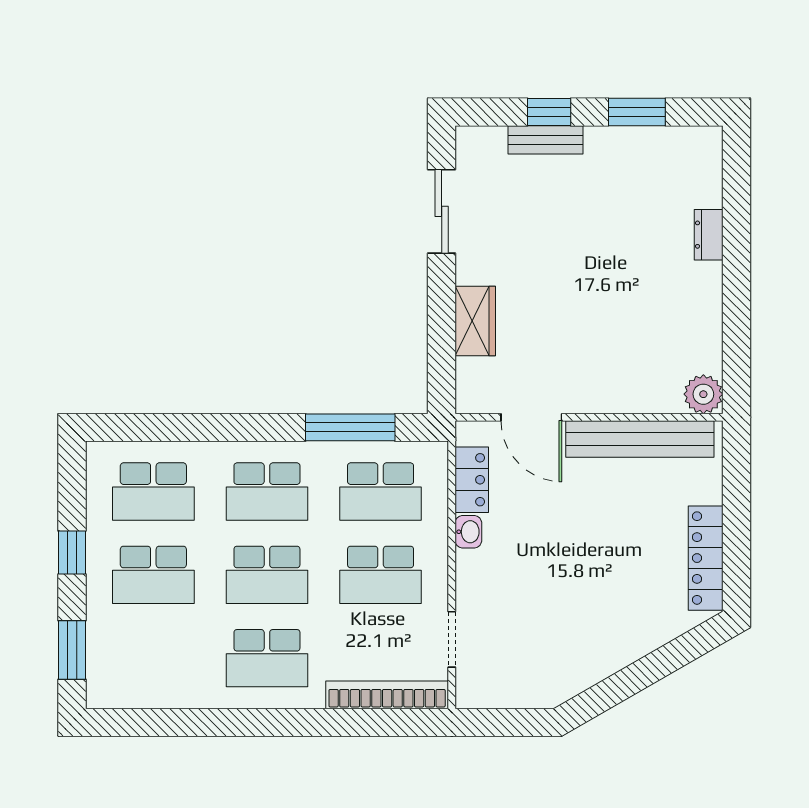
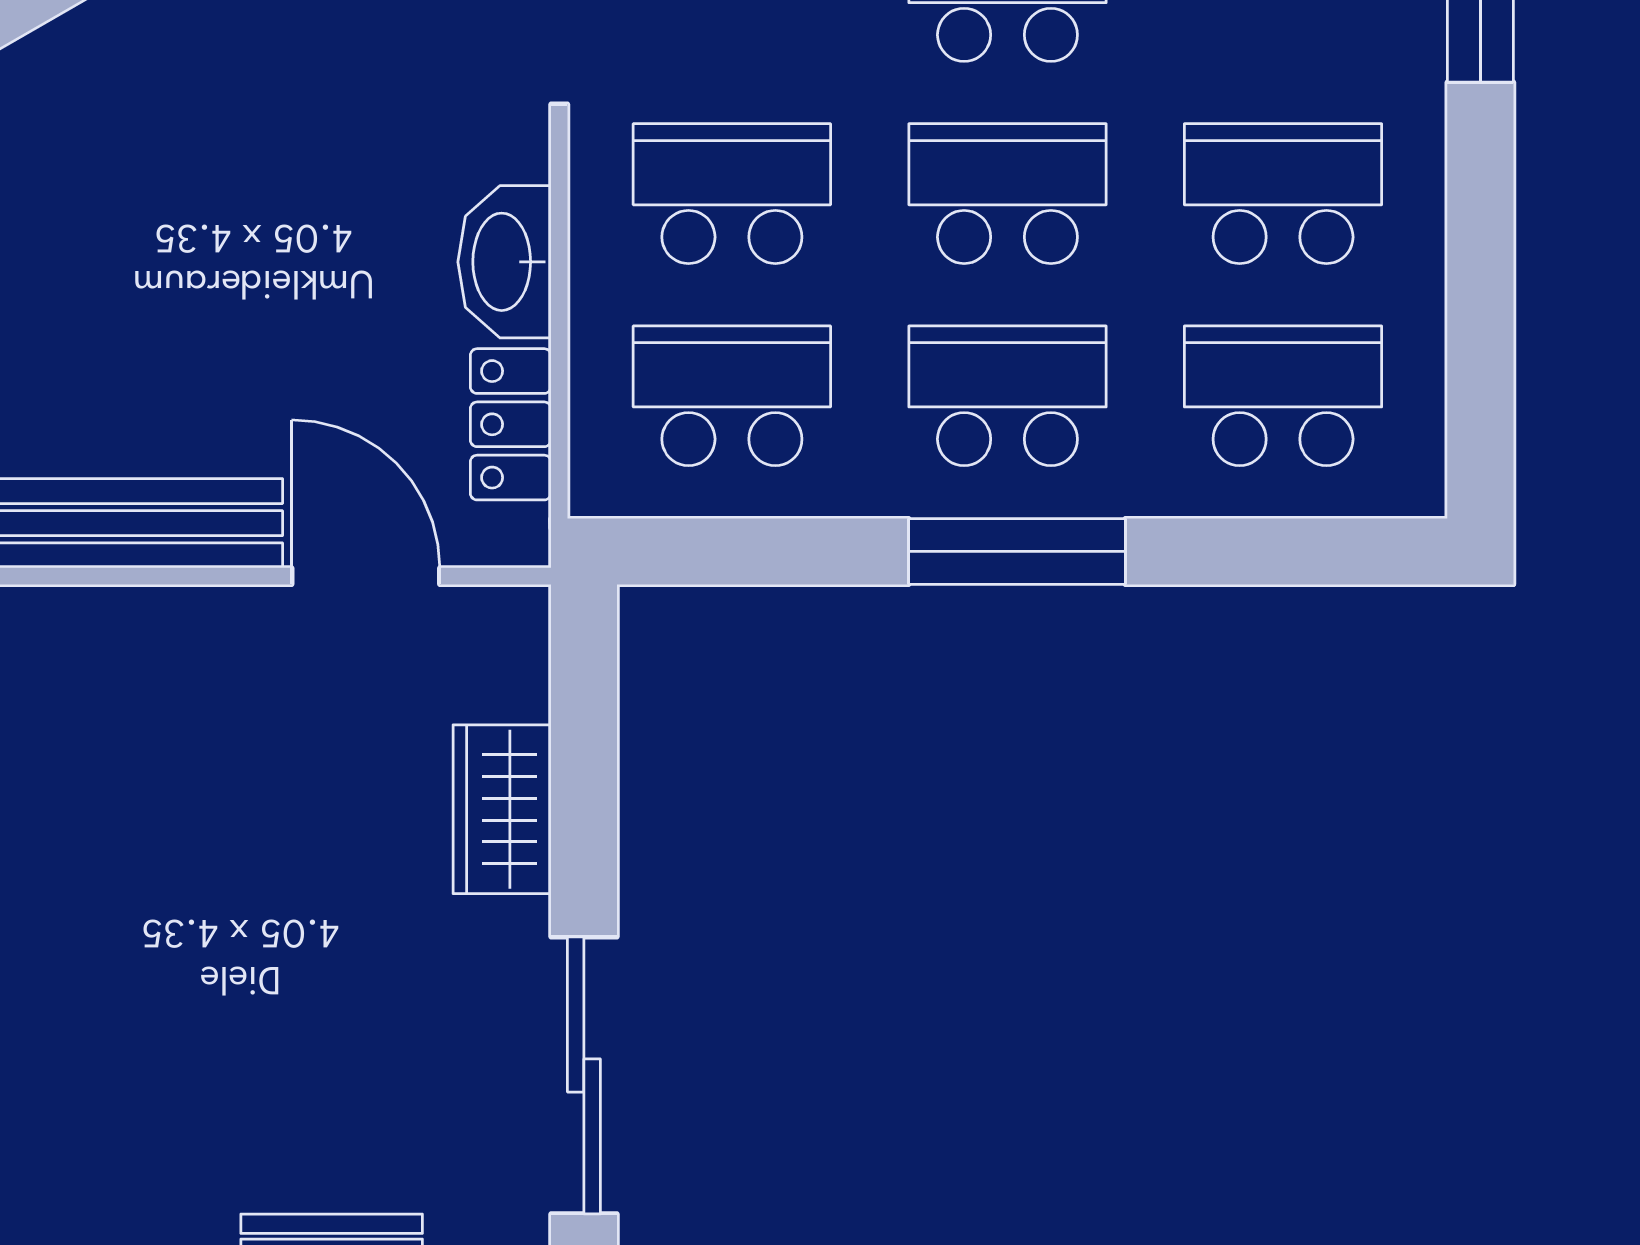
sliding door: (442, 211) -> (584, 1075), width x1.37
window: (350, 427) -> (1017, 551), moved
washbasin: (468, 532) -> (504, 262), width x1.91, depth x1.45
window: (72, 553) -> (1480, 248), removed

